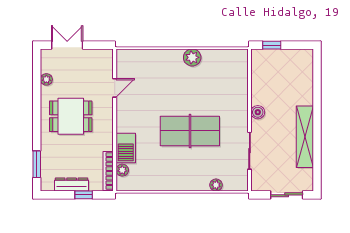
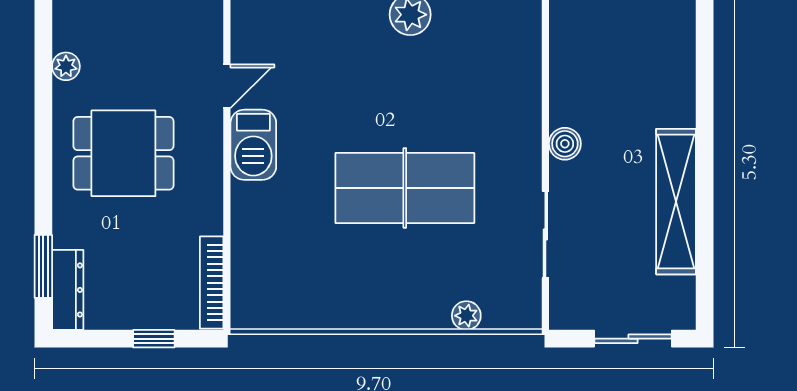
barbecue: (126, 148) -> (253, 145), moved
plant: (122, 170) -> (245, 280), removed
dresser: (72, 184) -> (68, 290), moved, turned 90

